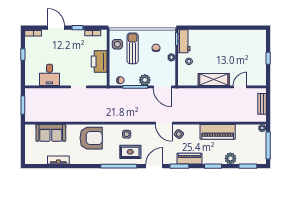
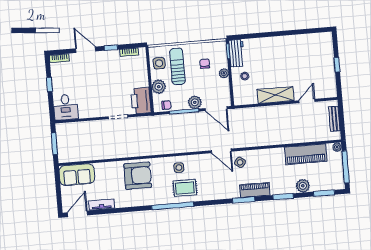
printer: (99, 61) -> (141, 101), moved
plant: (115, 64) -> (159, 87), added
desk: (49, 75) -> (66, 107), moved
piano: (218, 132) -> (306, 154), moved
sofa: (51, 133) -> (77, 175), moved
door: (154, 166) -> (77, 214), moved

